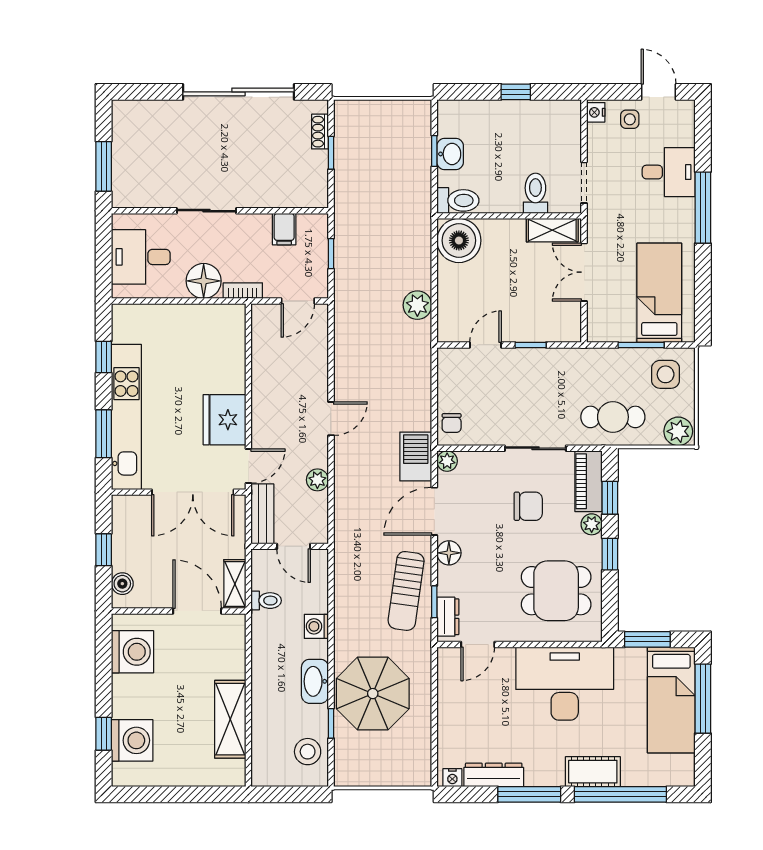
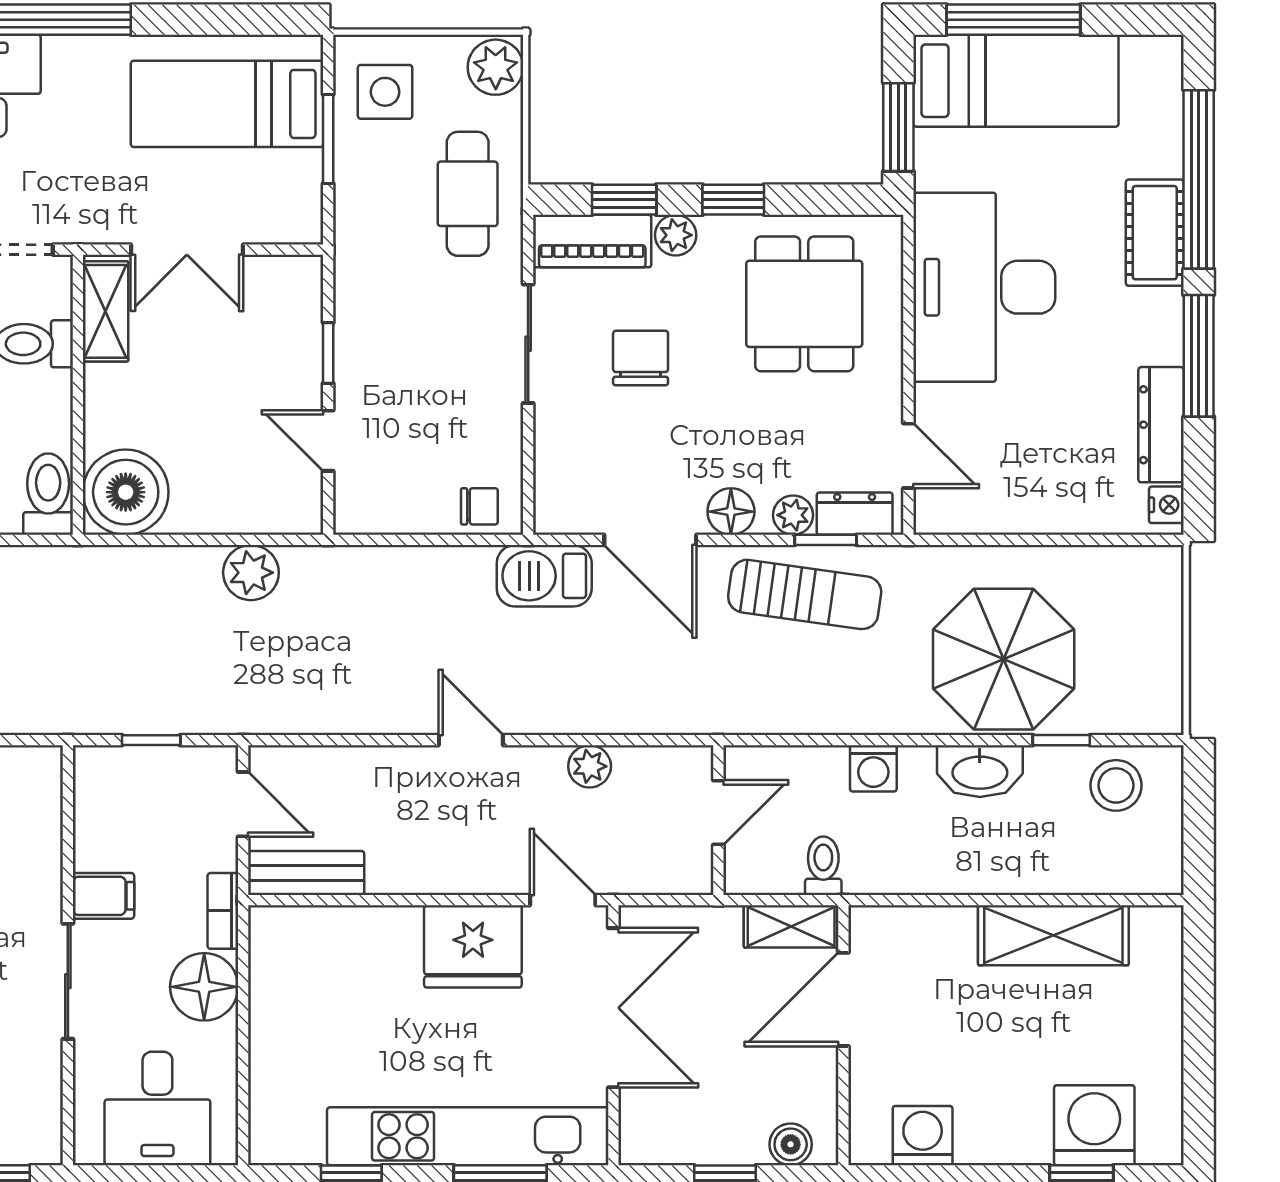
filing cabinet: (284, 229) -> (103, 896), moved
plant: (447, 461) -> (793, 515), moved
bench: (262, 514) -> (306, 873), moved
washing machine: (133, 652) -> (923, 1136), width x0.73, depth x0.73

